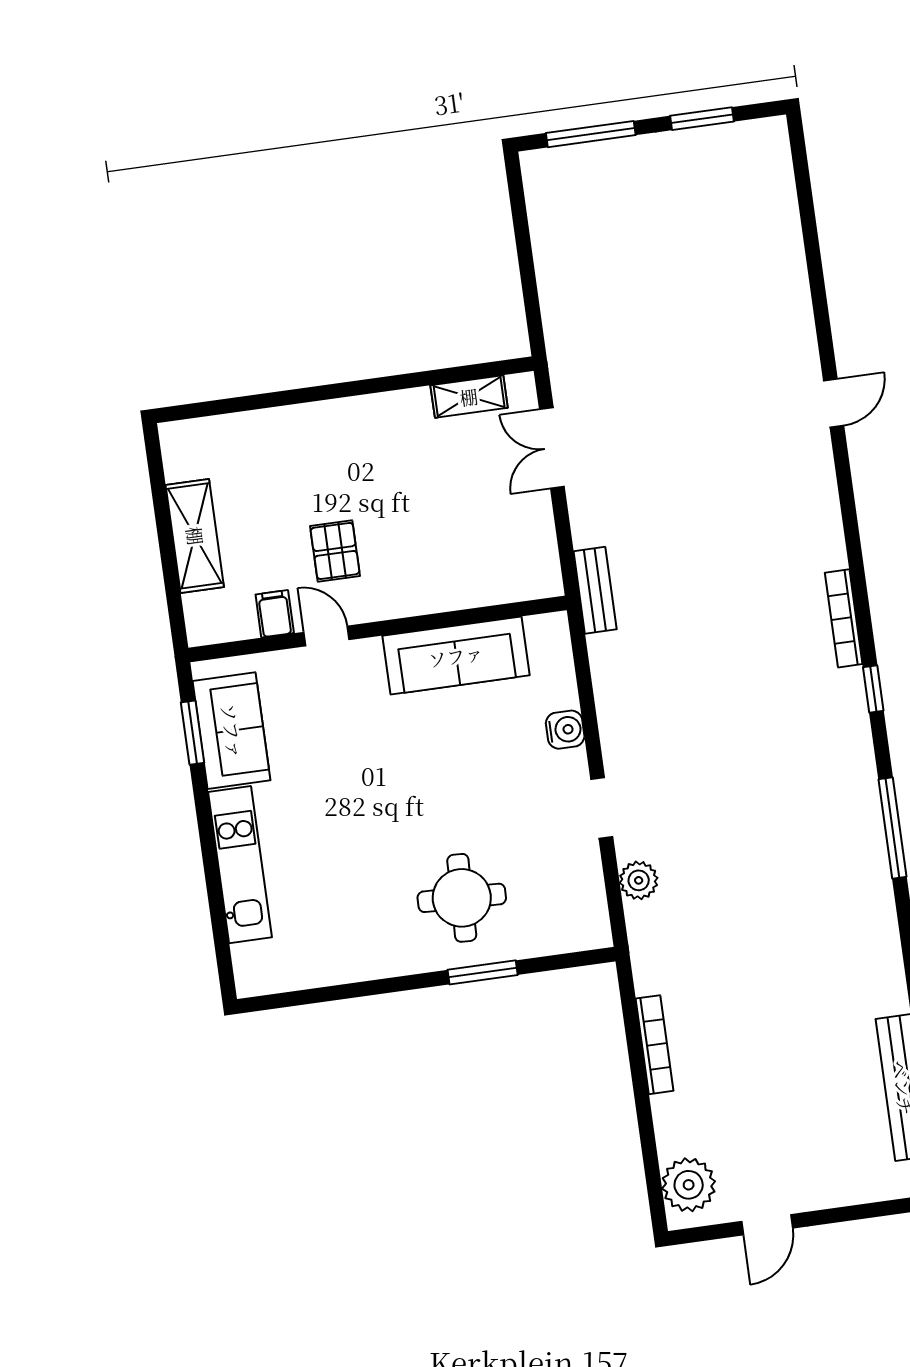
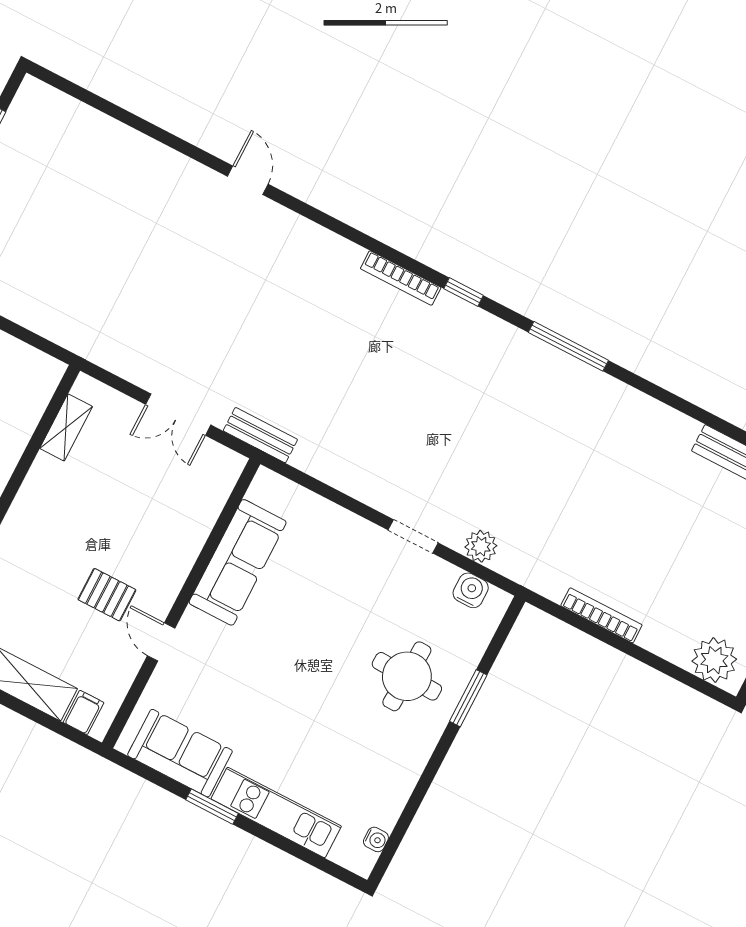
double door: (552, 448) -> (178, 415), moved
filing cabinet: (275, 614) -> (84, 712), moved, turned 90
door: (326, 636) -> (161, 642), hinge flipped
water cooler: (565, 730) -> (471, 590), moved
window: (193, 733) -> (212, 807), moved
water cooler: (282, 980) -> (376, 839), added

